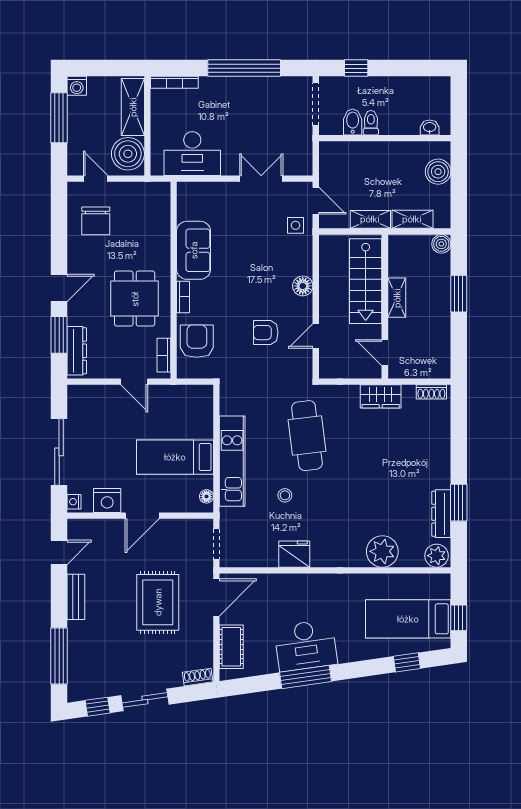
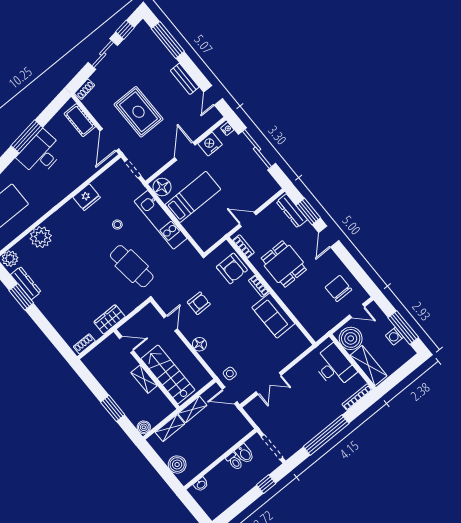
washing machine: (77, 86) -> (395, 336), moved, turned -90
desk: (192, 154) -> (334, 367), moved, turned 90
floor lamp: (206, 496) -> (162, 187), width x1.89, depth x1.89

